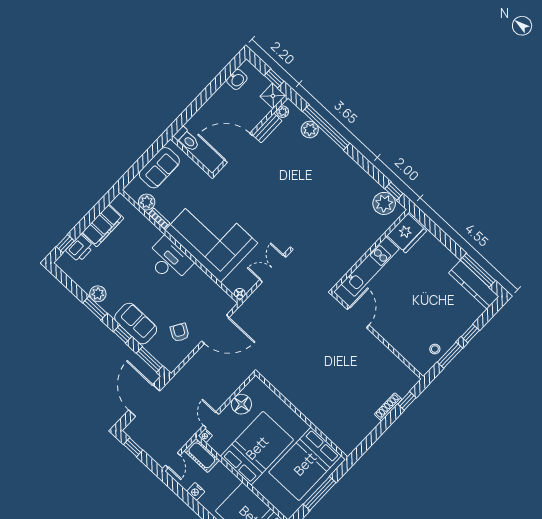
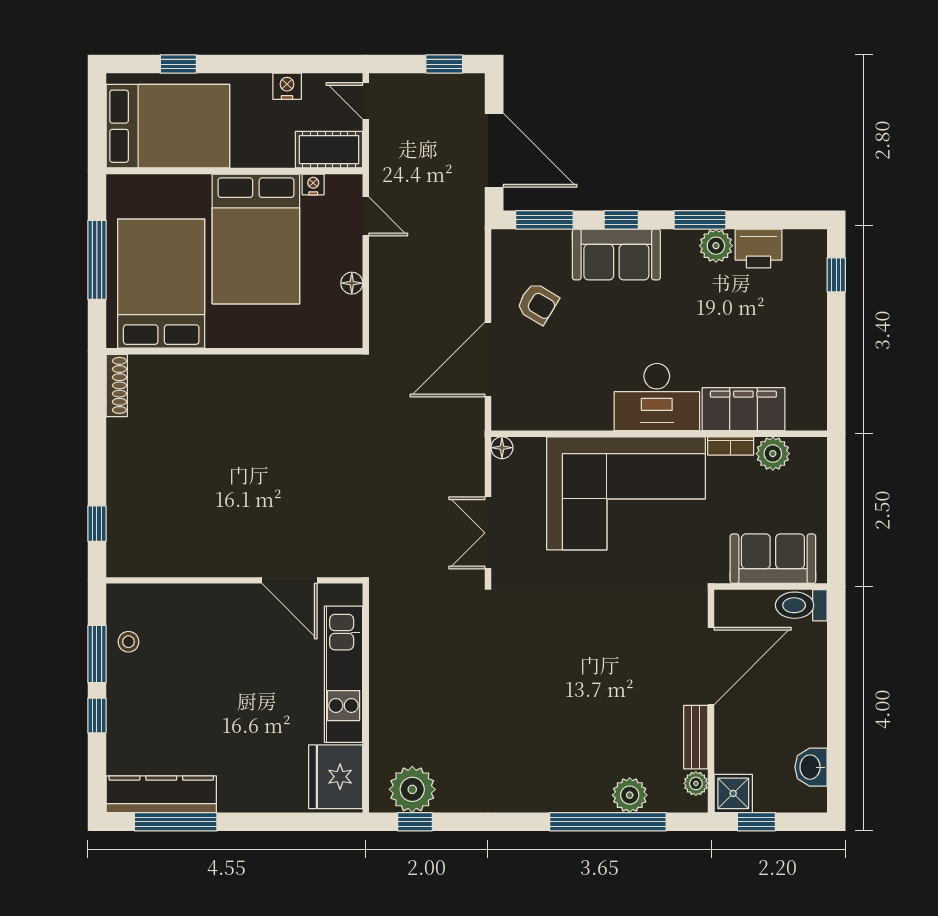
sofa: (159, 168) -> (773, 559), moved, turned 90
filing cabinet: (103, 226) -> (743, 409), moved, turned 90
printer: (80, 248) -> (758, 248), moved, turned -90
double door: (273, 268) -> (488, 533), swing flipped
floor lamp: (241, 404) -> (352, 283), width x0.53, depth x0.53
shoe rack: (388, 407) -> (117, 385), moved
nightstand: (205, 436) -> (313, 184), moved

